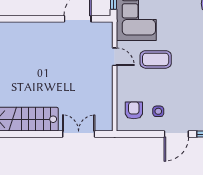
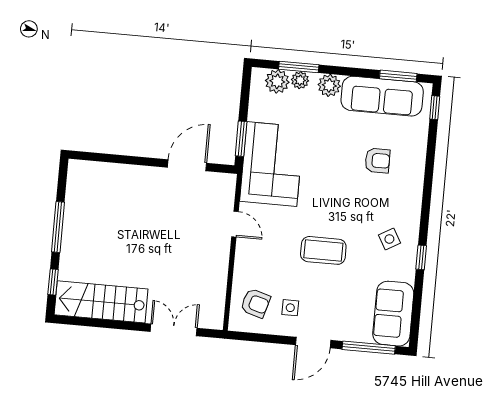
coffee table: (156, 59) -> (323, 250), moved
armchair: (134, 110) -> (255, 303), turned 106

